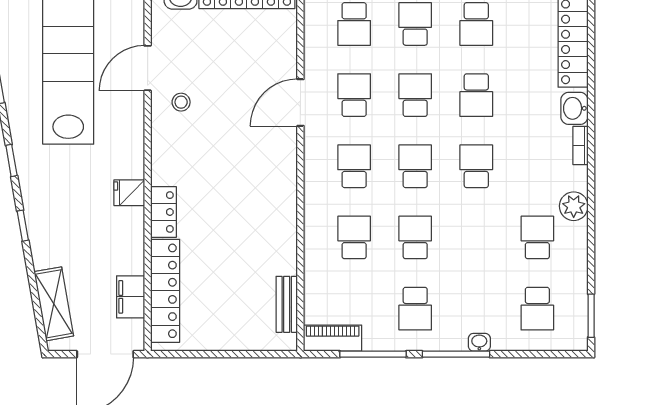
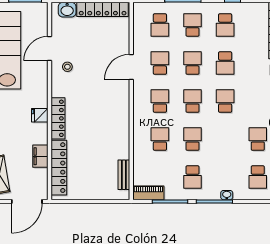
locker: (163, 212) -> (58, 118), width x1.53
filing cabinet: (131, 297) -> (40, 156), moved

